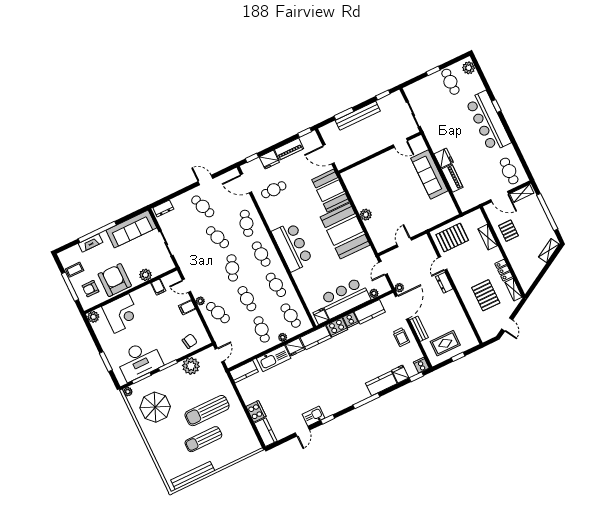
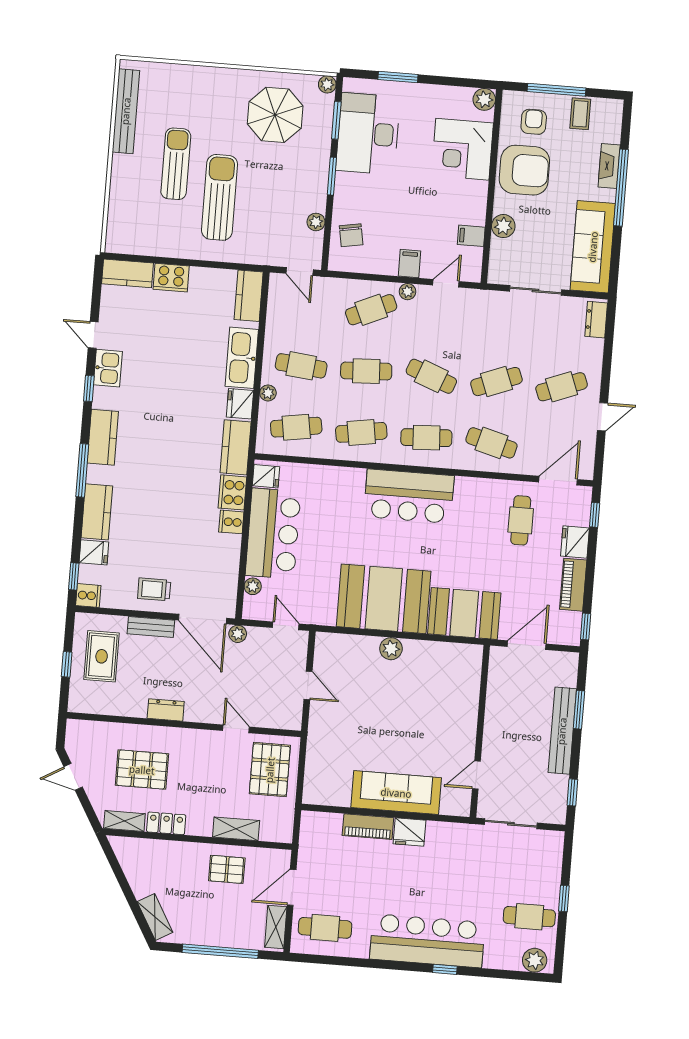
dresser: (444, 283) -> (166, 710), moved
kitchen counter: (370, 312) -> (103, 437), moved, turned 180
plant: (191, 366) -> (316, 222), width x0.53, depth x0.53

